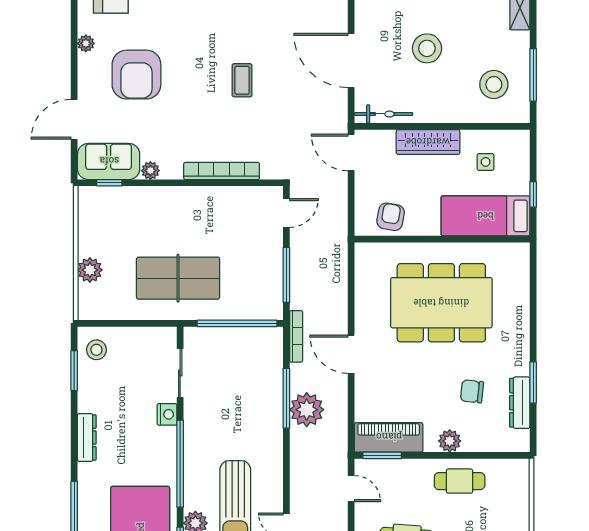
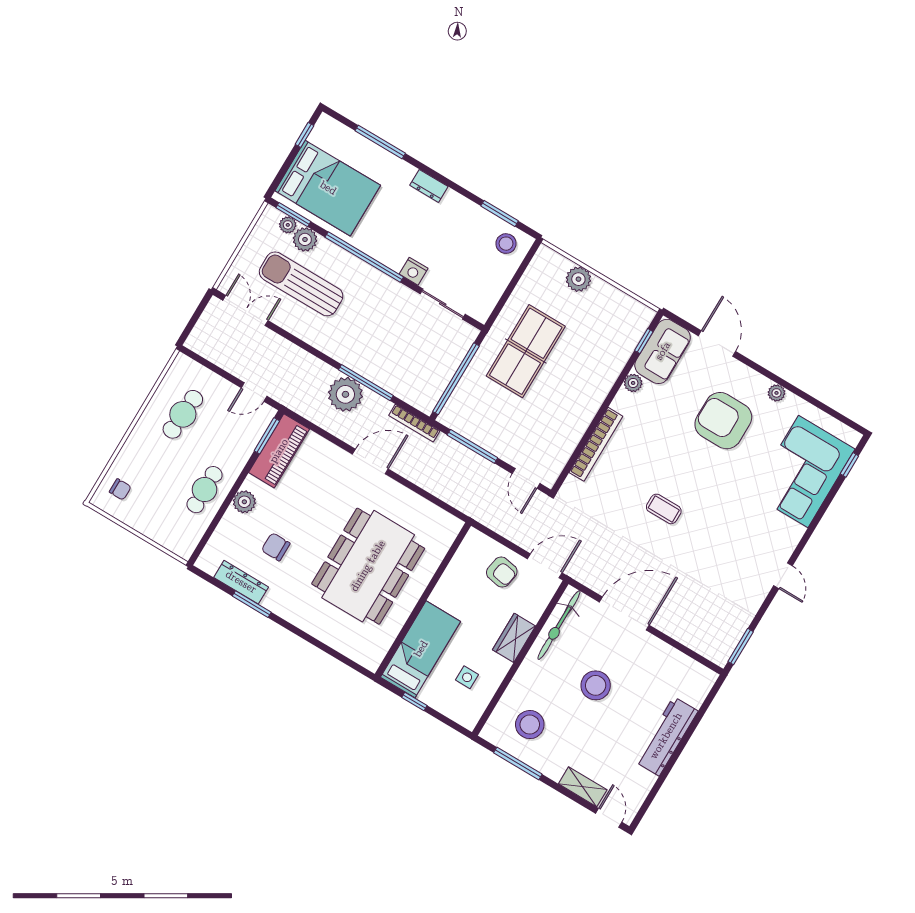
bicycle: (384, 114) -> (559, 625), width x1.37, depth x1.40
wardrobe: (428, 142) -> (514, 638), width x0.67
armchair: (391, 217) -> (502, 572), moved
chair: (472, 391) -> (276, 547), turned -96
dresser: (87, 437) -> (429, 186), width x0.70

